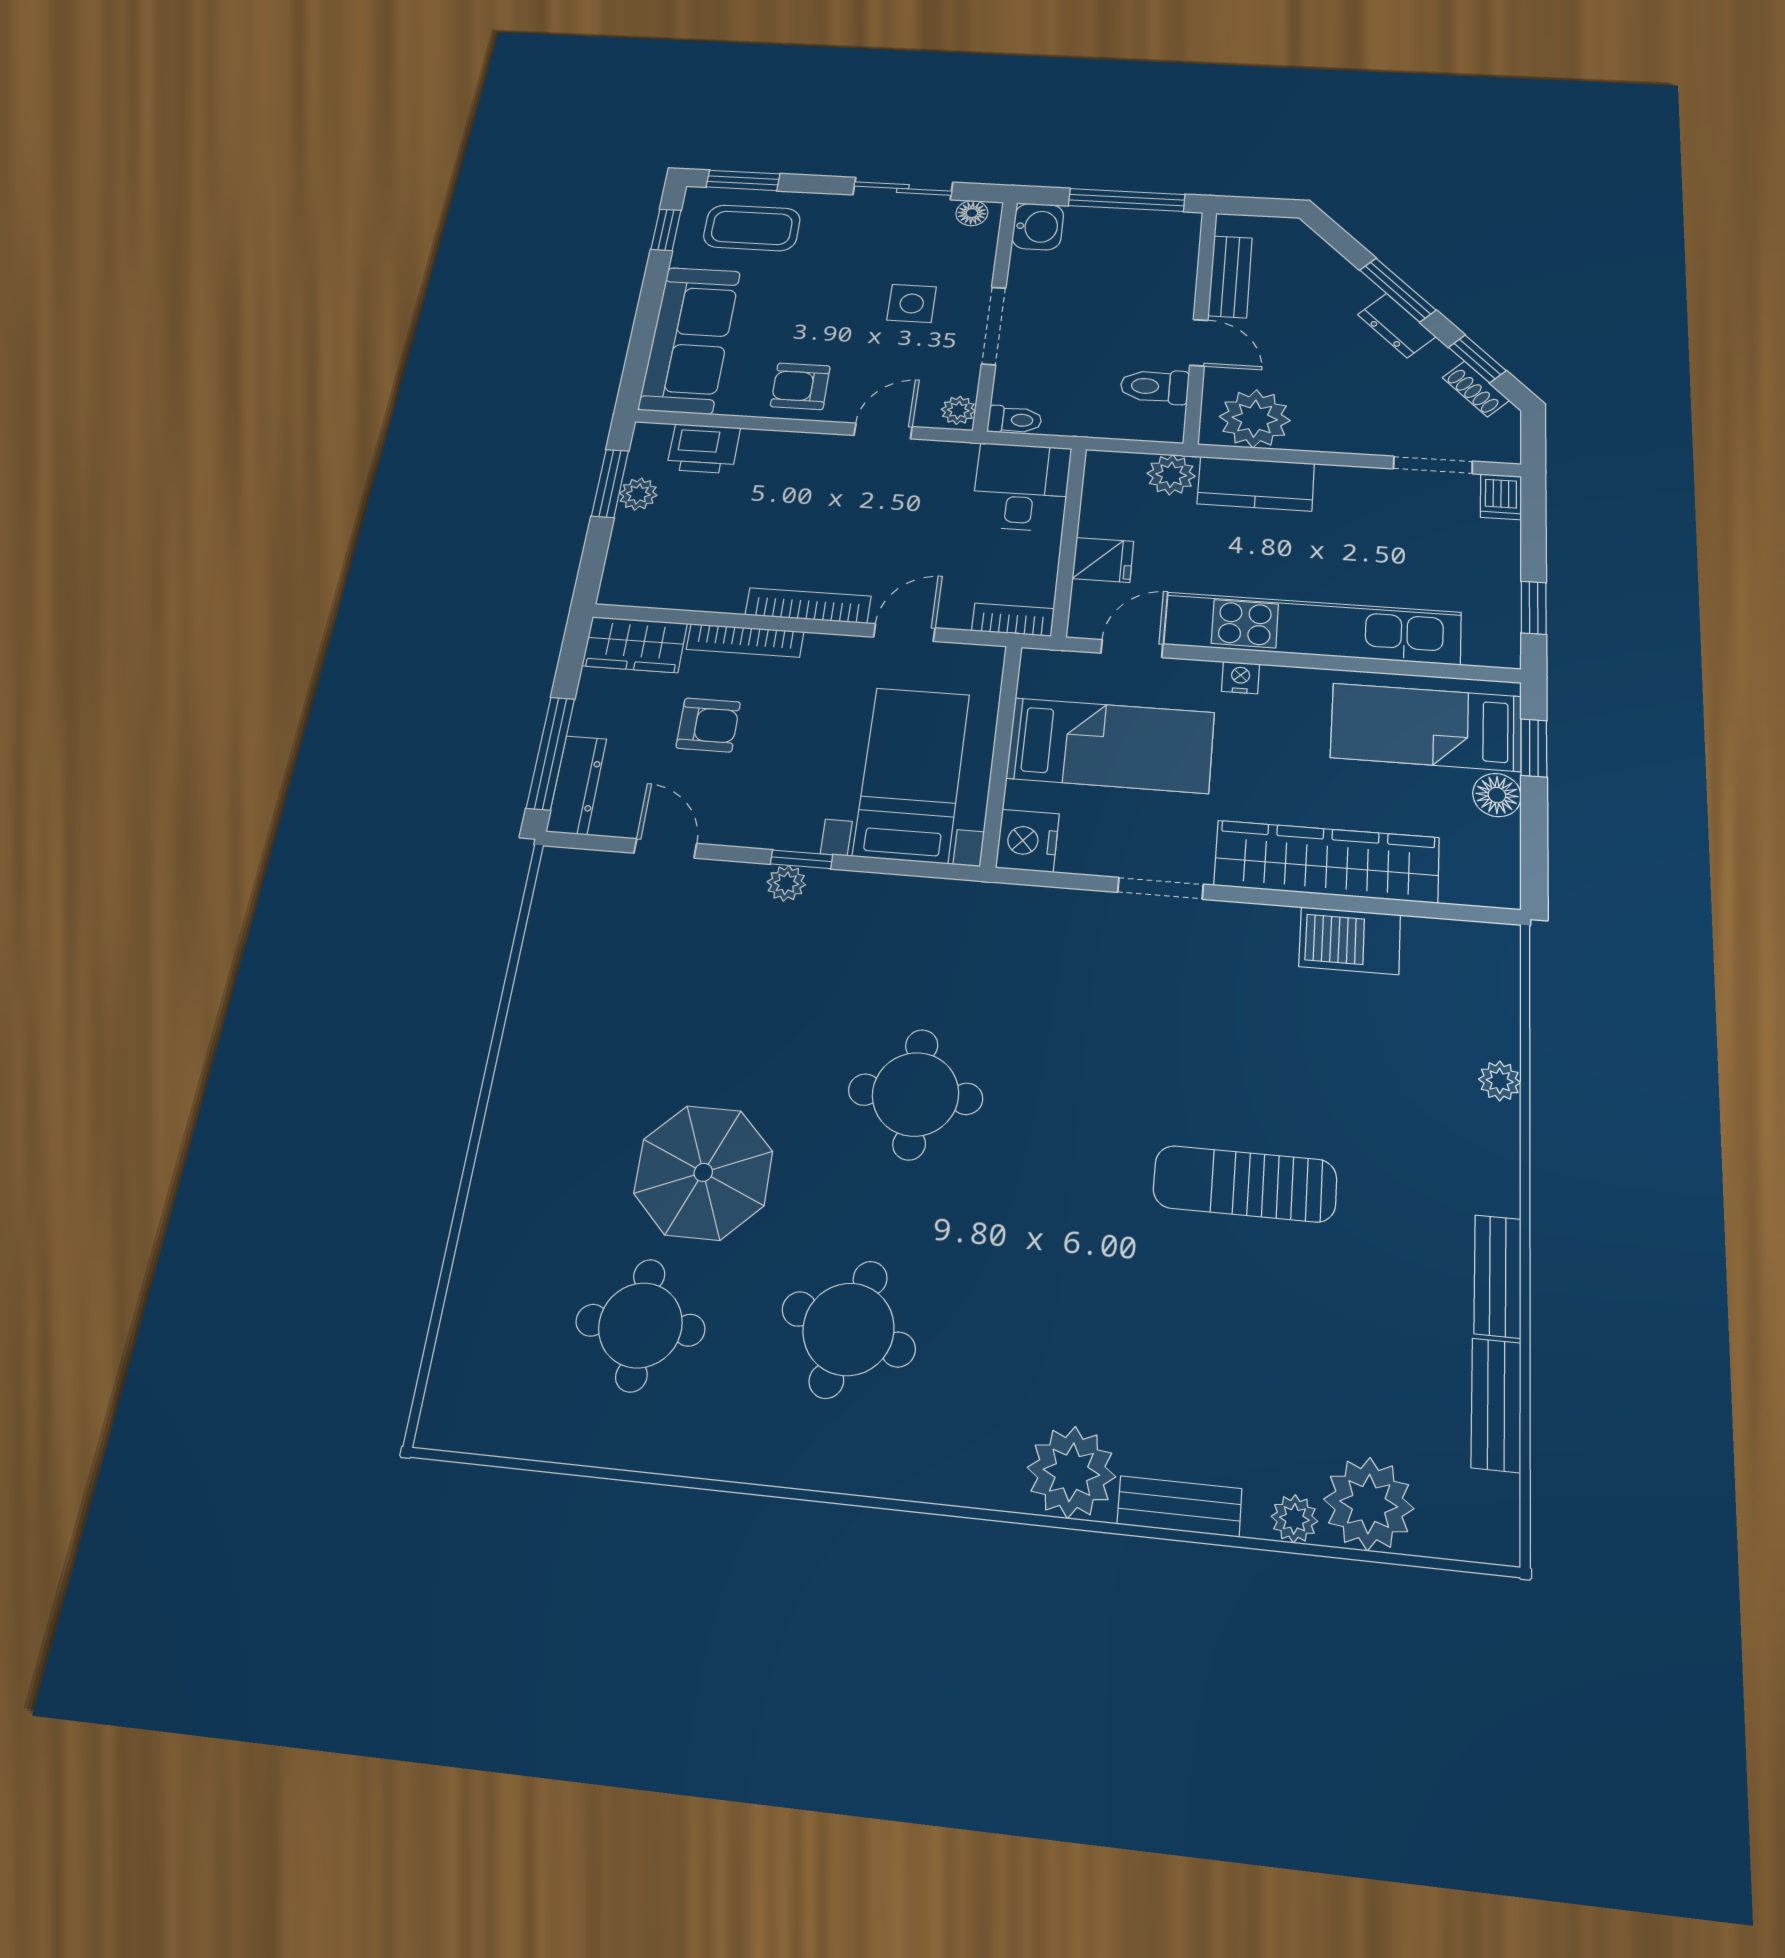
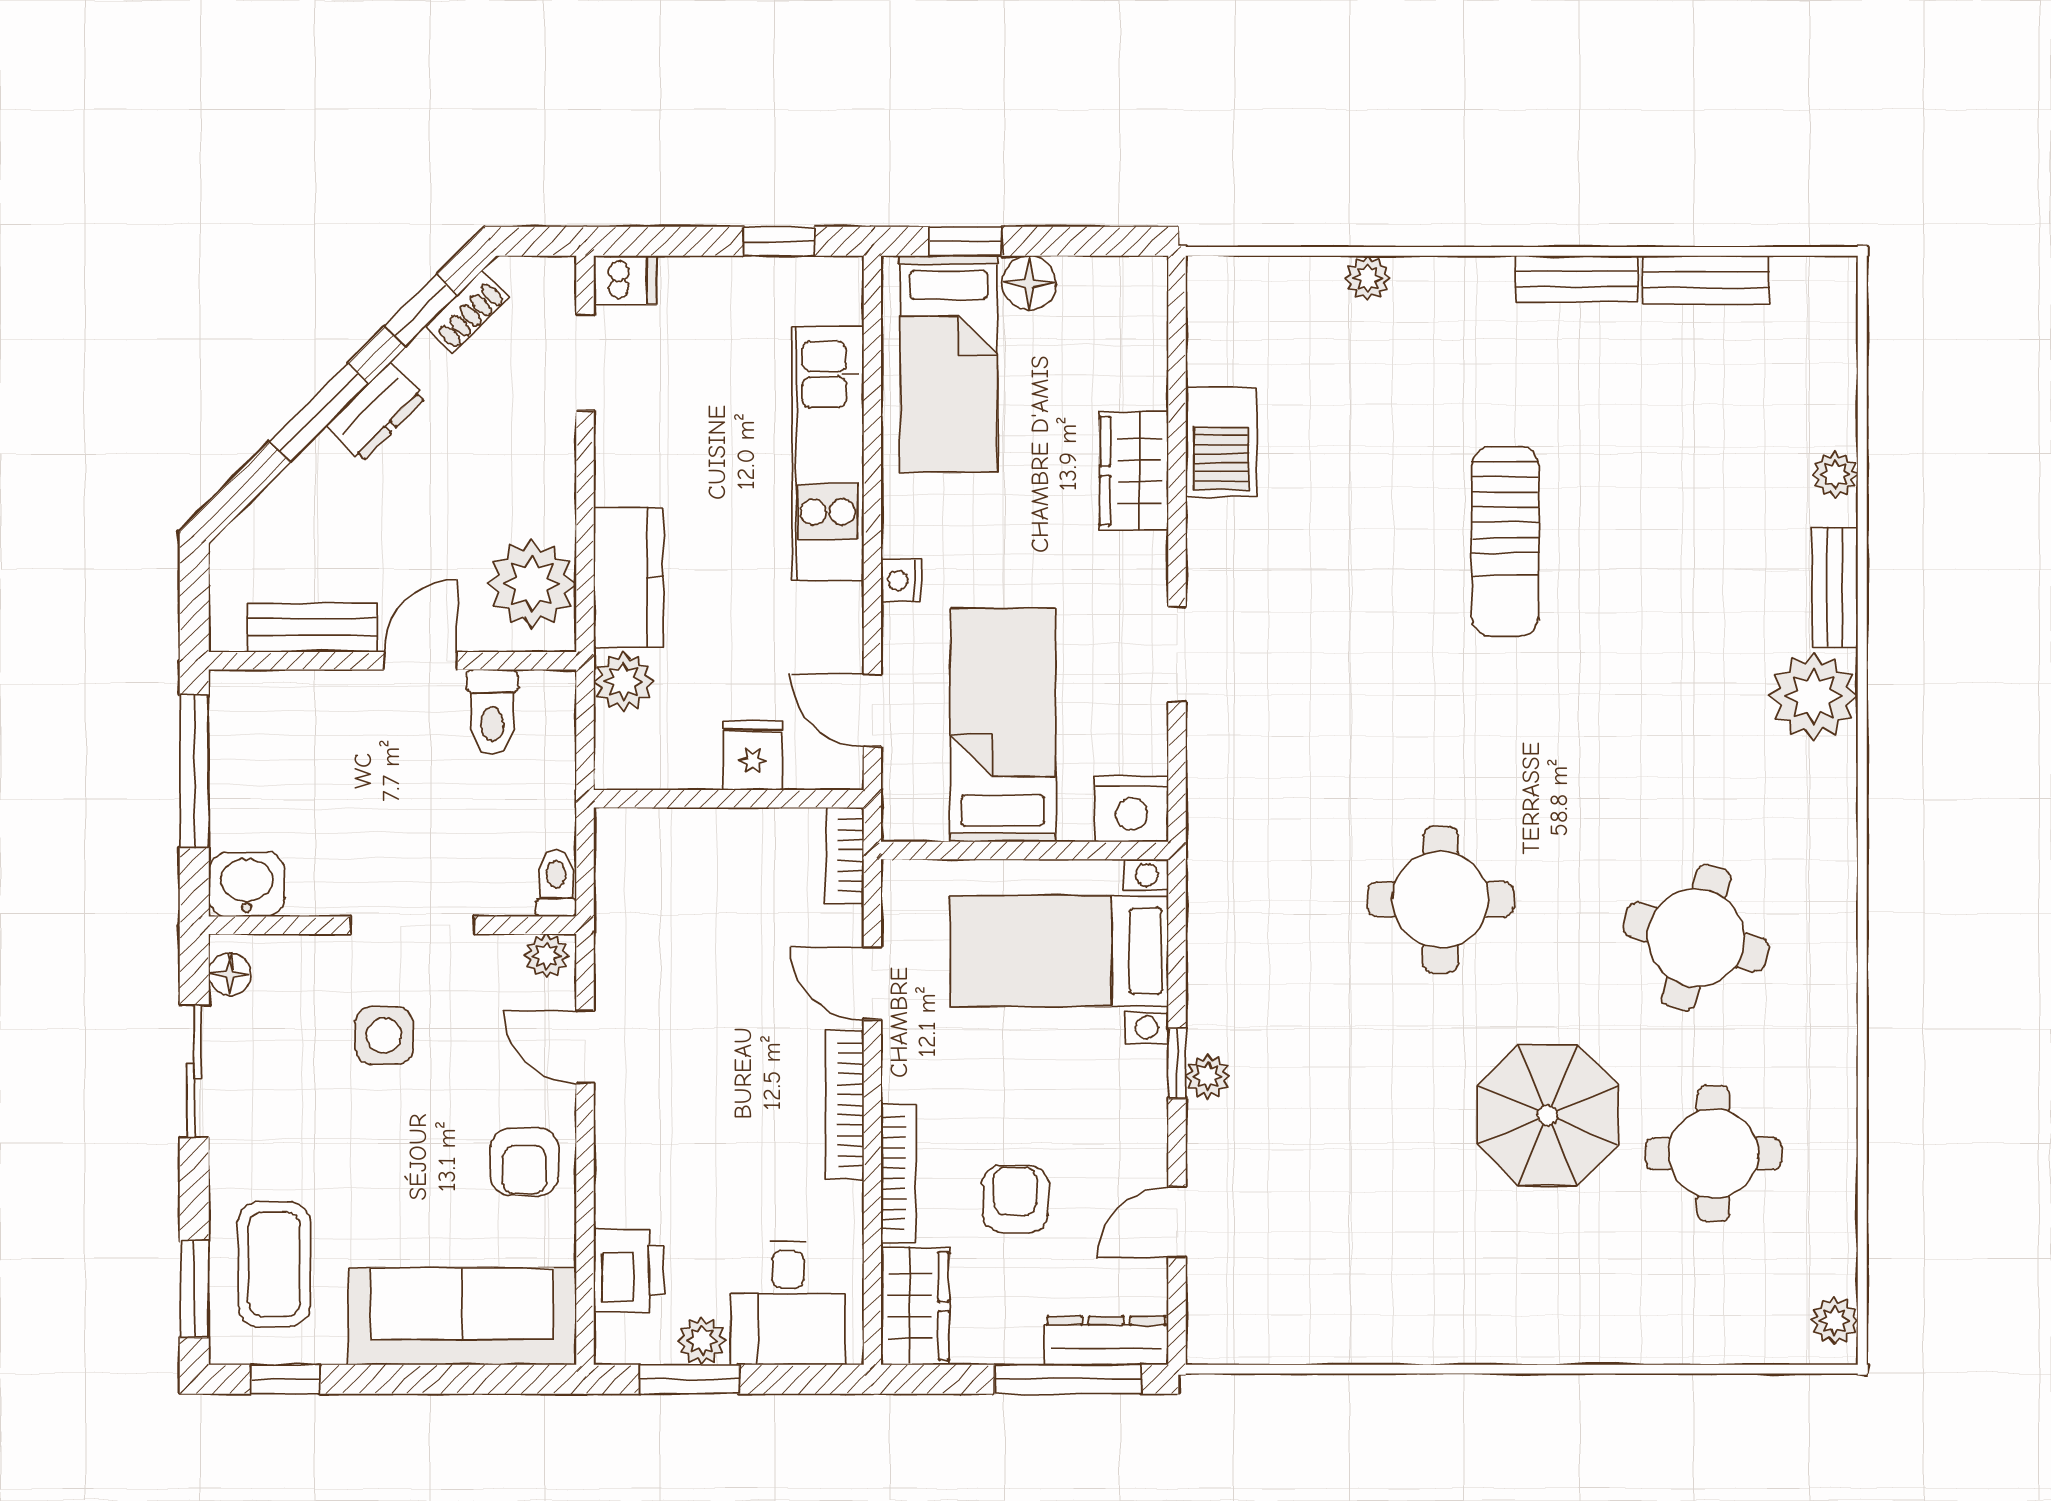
desk: (1021, 487) -> (788, 1303), moved, turned -90
kitchen unit: (1312, 628) -> (828, 453), width x0.73
wardrobe: (1327, 861) -> (1134, 471), width x0.48, depth x0.85
plant: (1369, 1504) -> (1834, 1321), moved, width x0.53, depth x0.53

